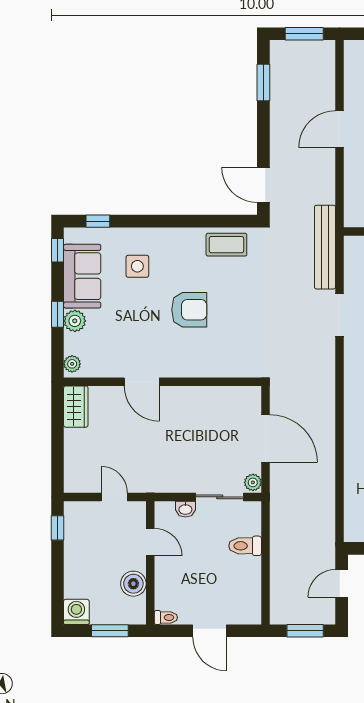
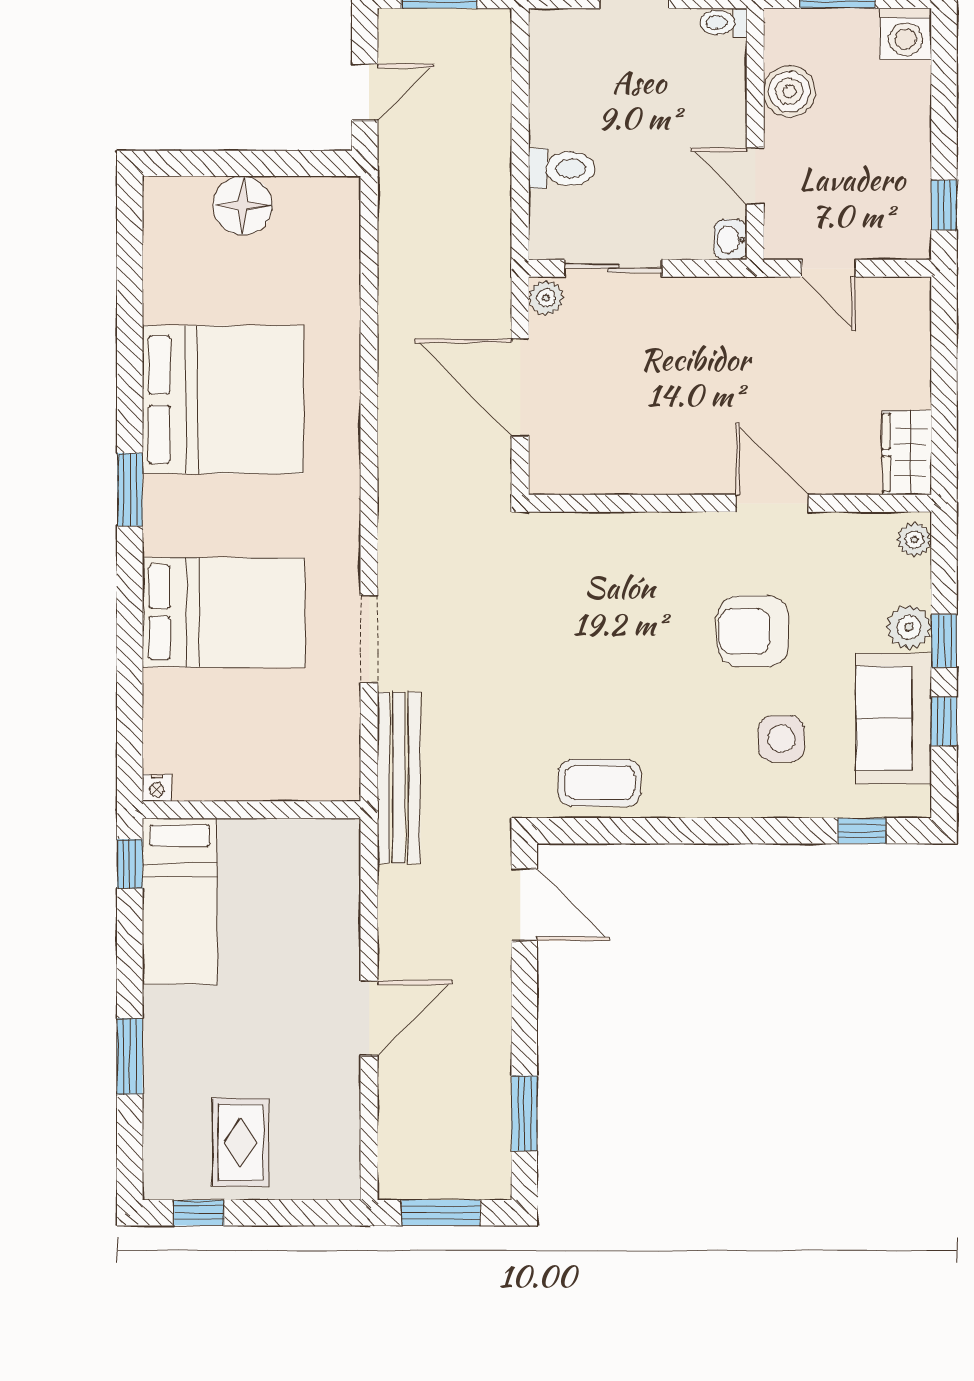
window: (58, 250) -> (944, 722), moved
armchair: (189, 310) -> (753, 631), moved
washbasin: (185, 509) -> (730, 240), moved, turned -90

